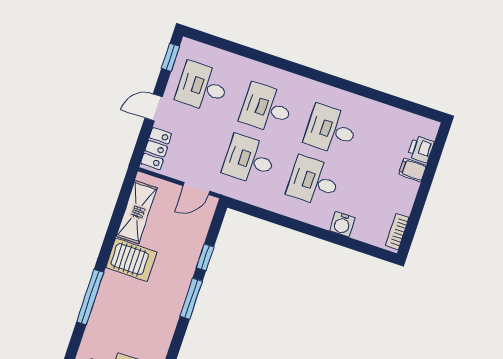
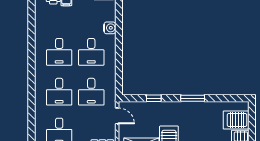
window: (191, 298) -> (193, 98), moved

